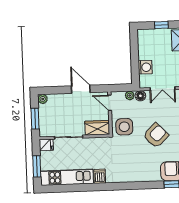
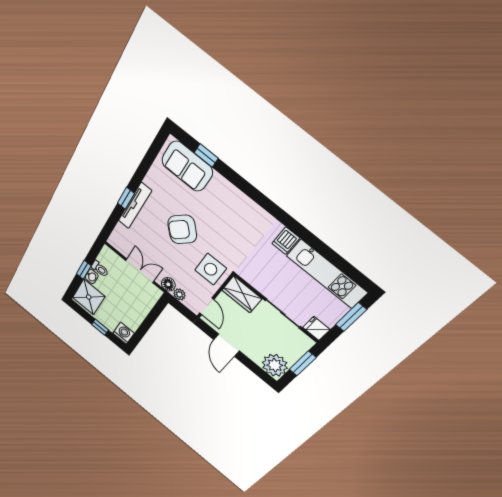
washing machine: (145, 67) -> (124, 333), moved, turned 90
plant: (43, 99) -> (275, 365), width x1.88, depth x1.88

